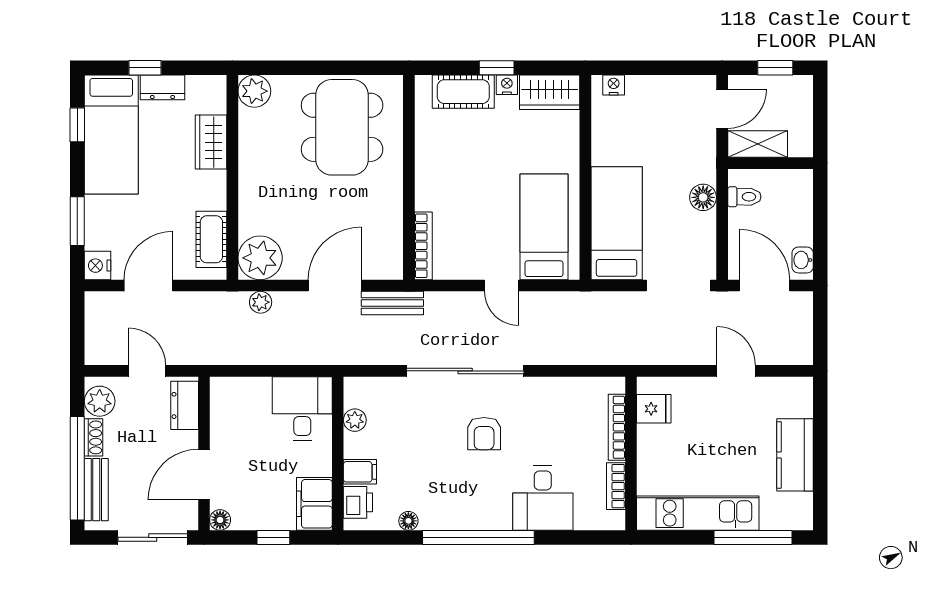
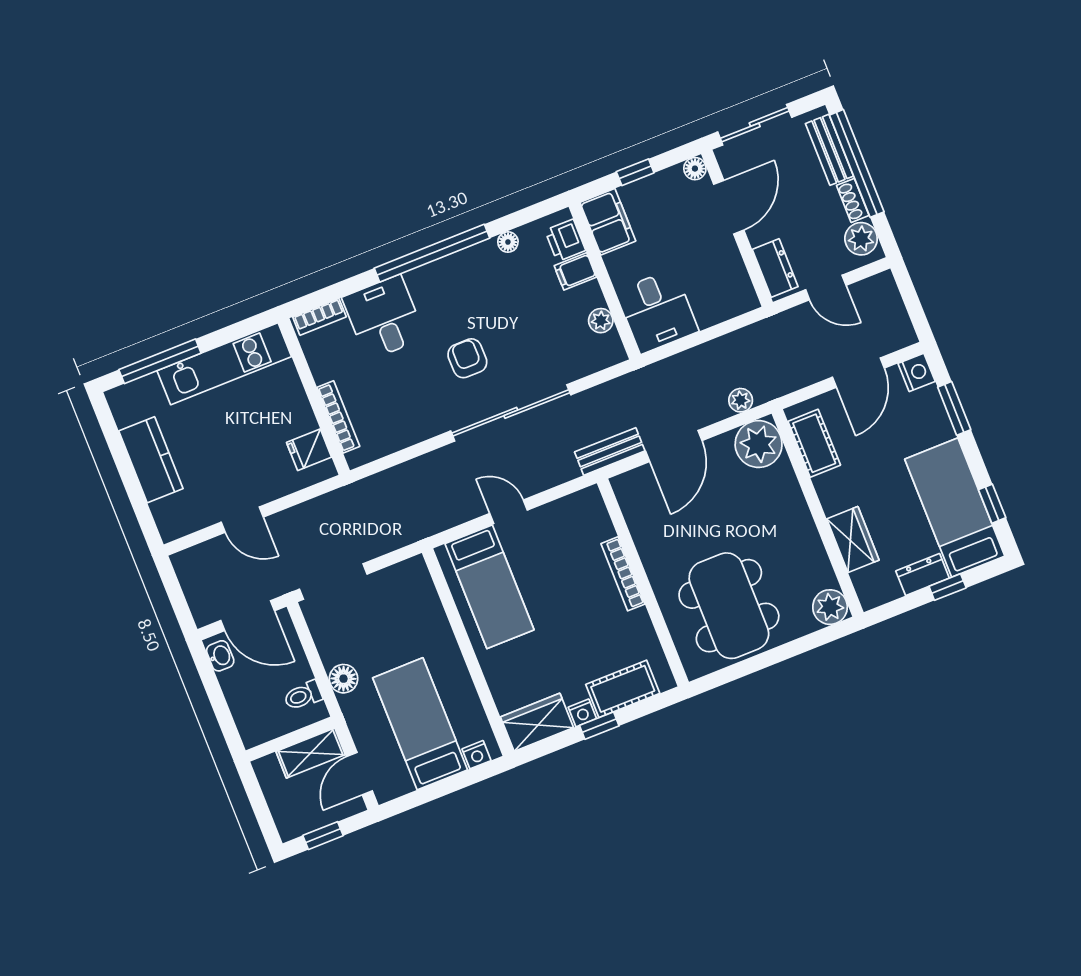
bed: (617, 223) -> (420, 724), moved, turned 180
bookcase: (423, 246) -> (623, 574), moved
bookcase: (616, 486) -> (319, 317), moved, turned 90

